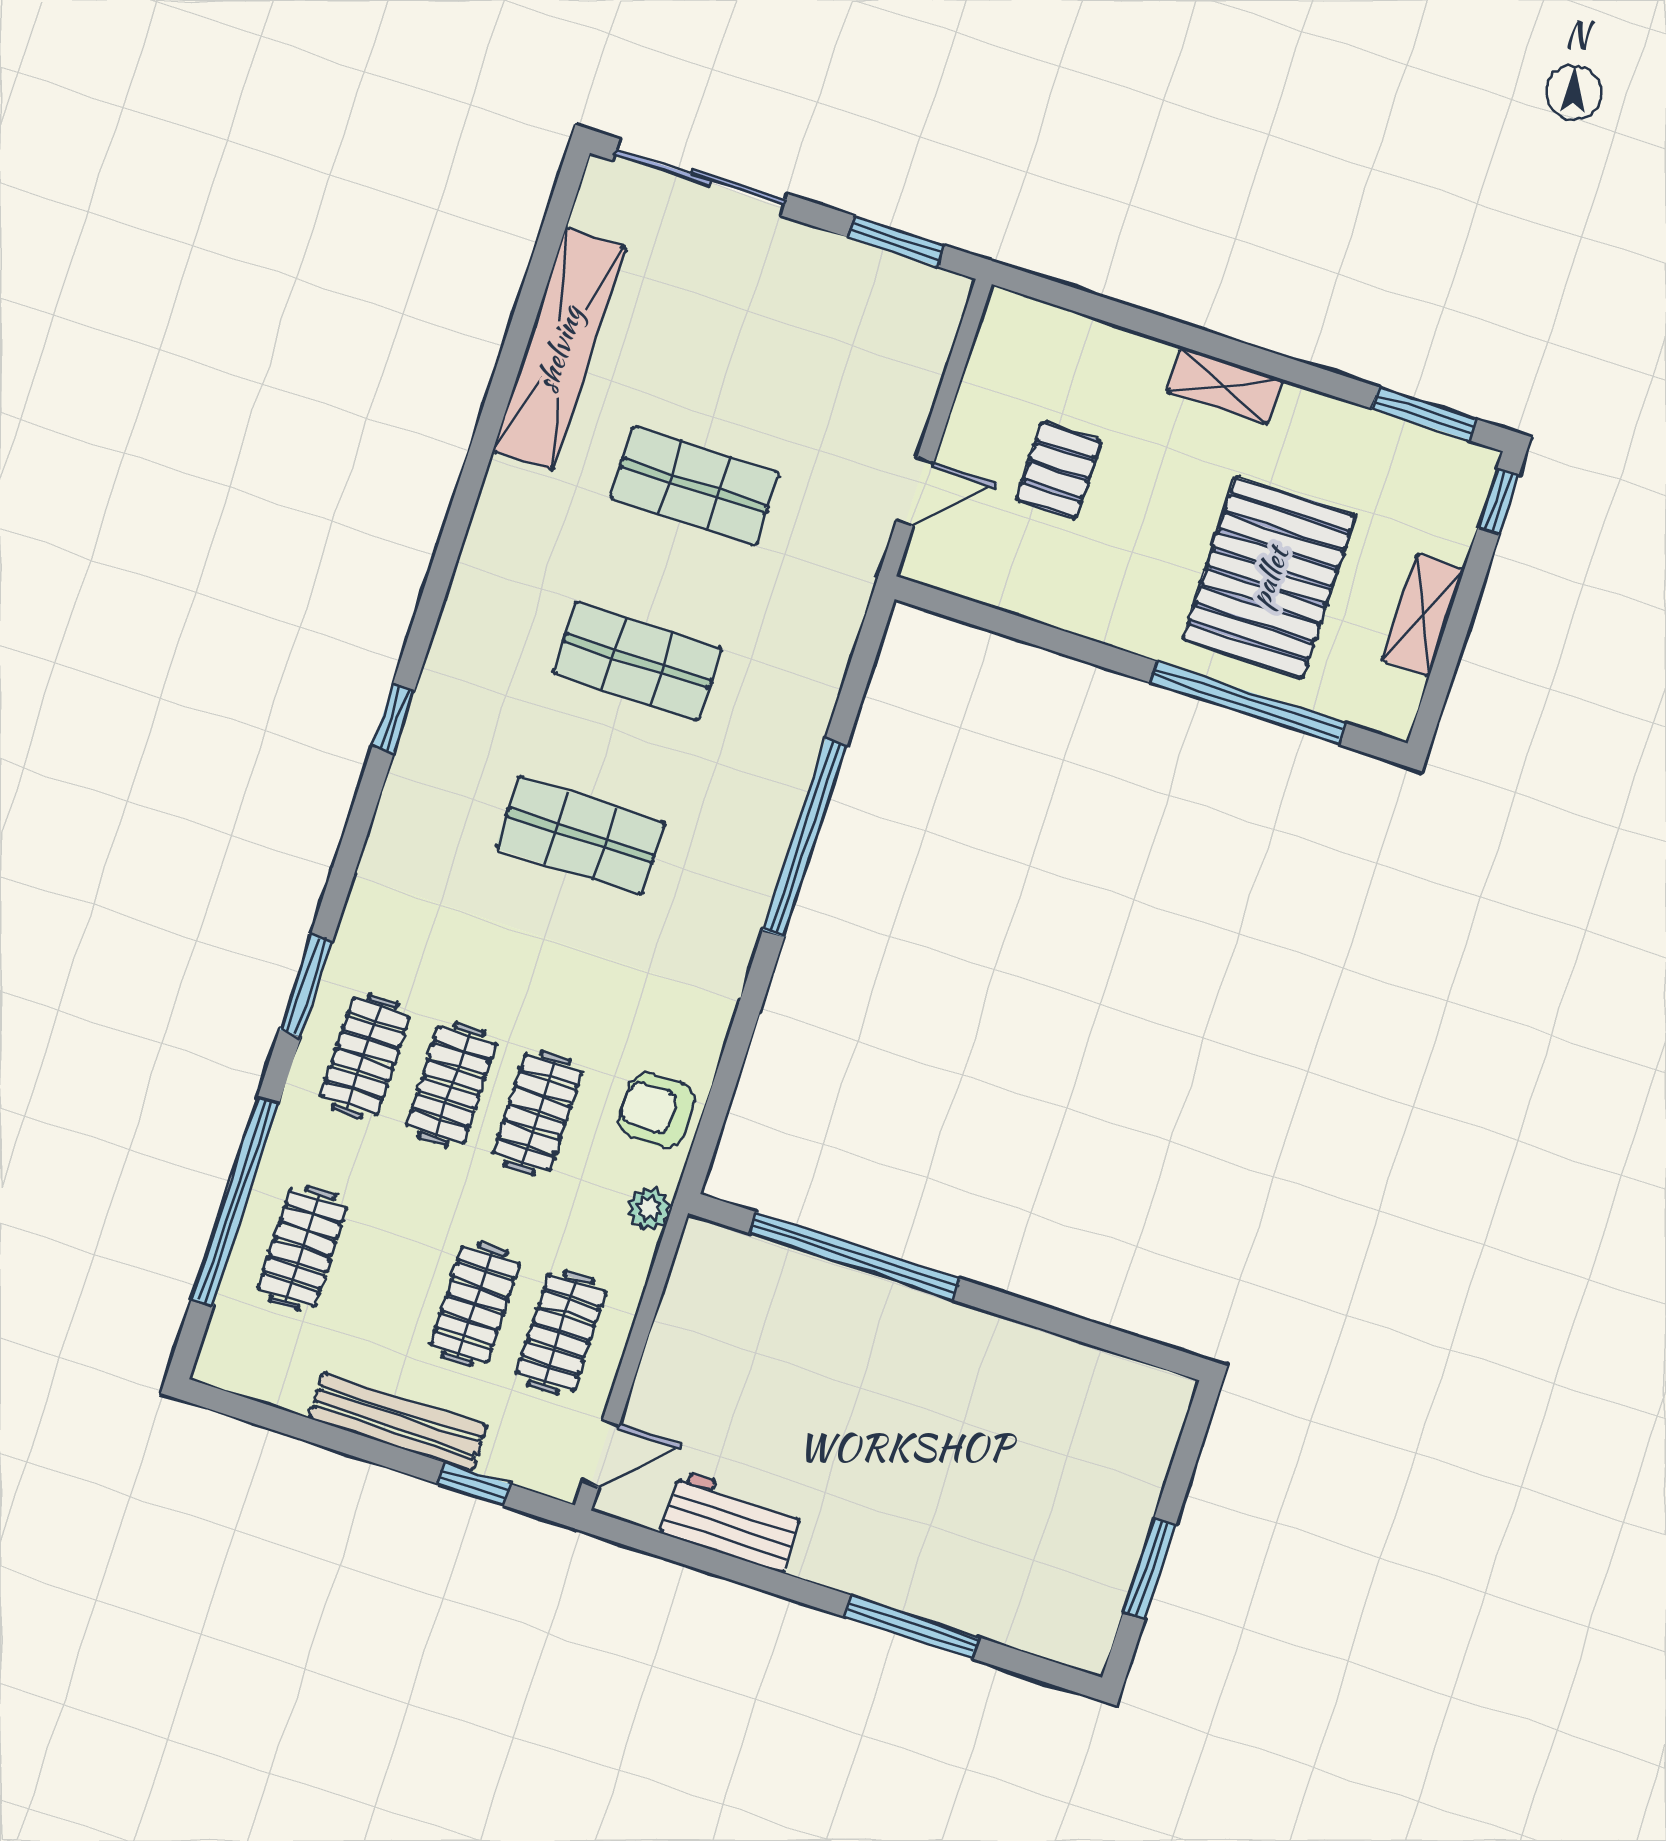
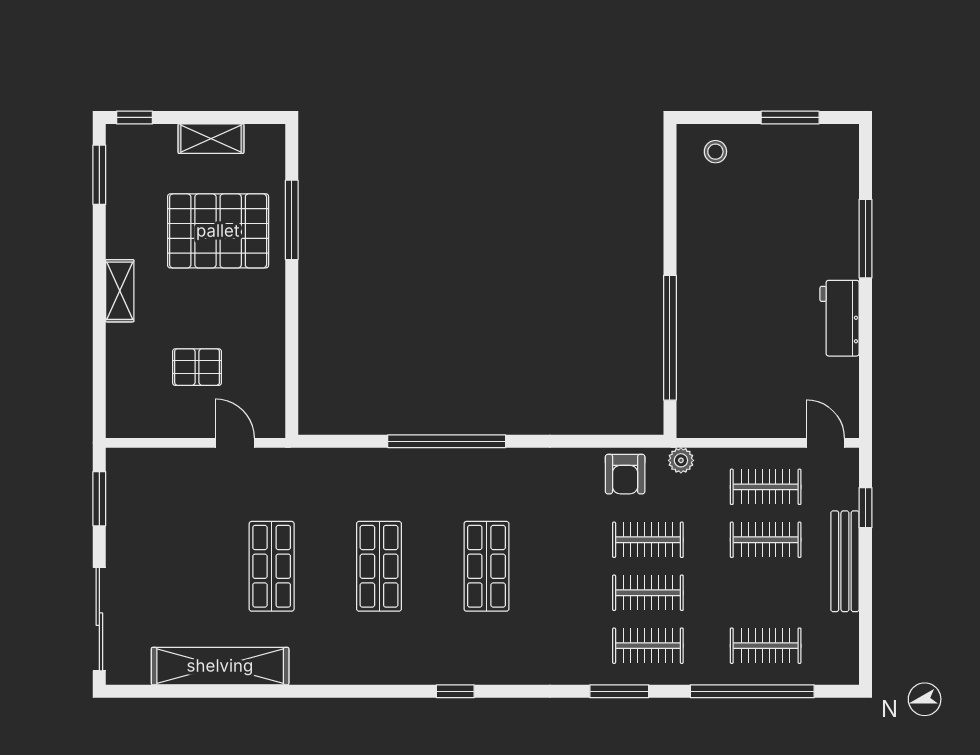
window: (1248, 703) -> (292, 220), width x0.68
stool: (1133, 1429) -> (715, 152), added
workbench: (732, 1521) -> (840, 318), moved

